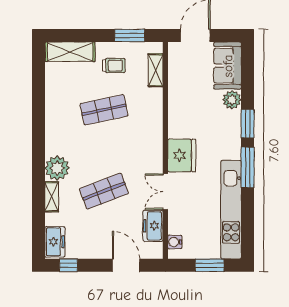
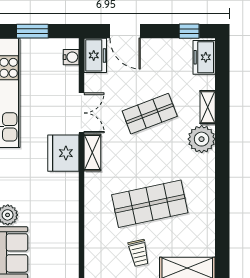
trolley: (114, 66) -> (139, 253), turned -103
shelving: (156, 70) -> (92, 153), moved
shop shelf: (104, 110) -> (150, 204), width x1.43, depth x1.36
freezer: (153, 226) -> (95, 55), moved

